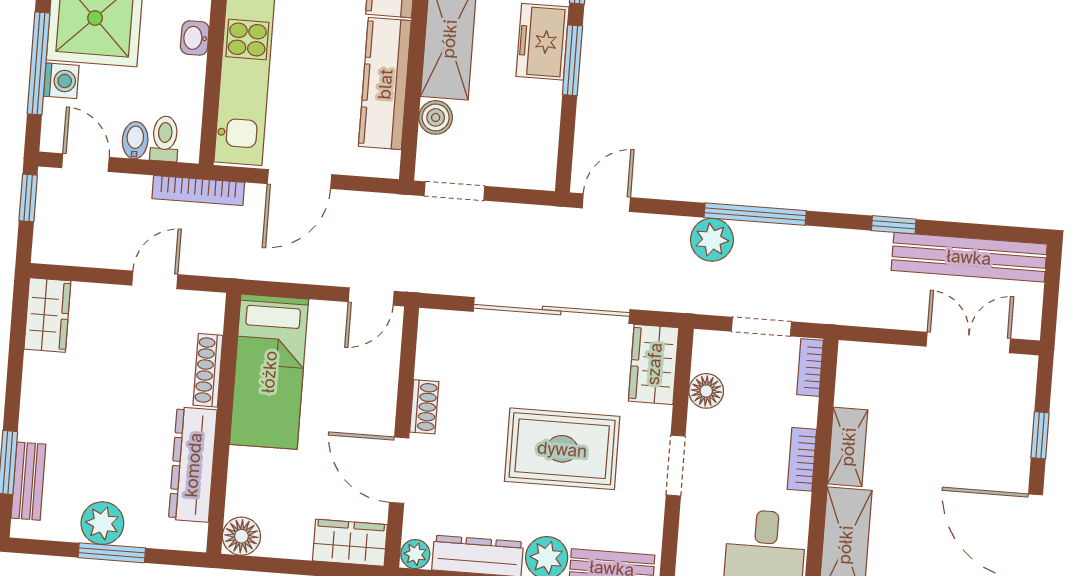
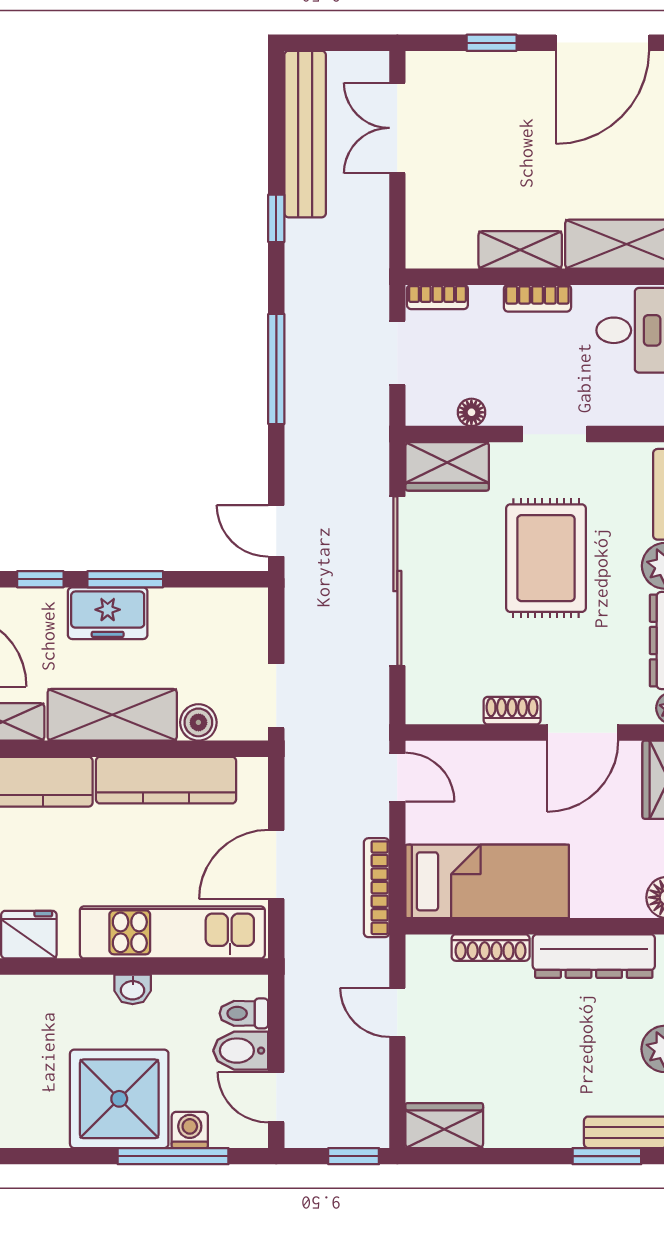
bidet: (135, 140) -> (241, 1051), width x1.38, depth x1.36
door: (85, 163) -> (276, 1097), hinge flipped
door: (299, 179) -> (276, 864), swing flipped
bookcase: (198, 190) -> (377, 888), moved, turned 180
window: (28, 198) -> (354, 1156), moved
plant: (712, 240) -> (308, 414), removed
floor lamp: (706, 391) -> (471, 412), width x0.73, depth x0.73

